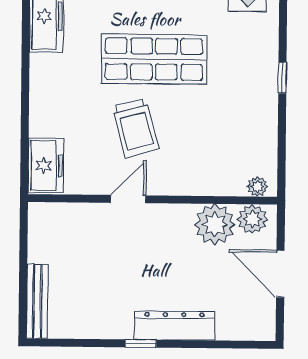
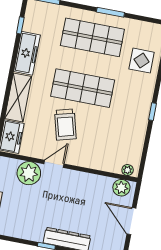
shelving: (45, 95) -> (18, 97), added
plant: (215, 224) -> (29, 173), moved

